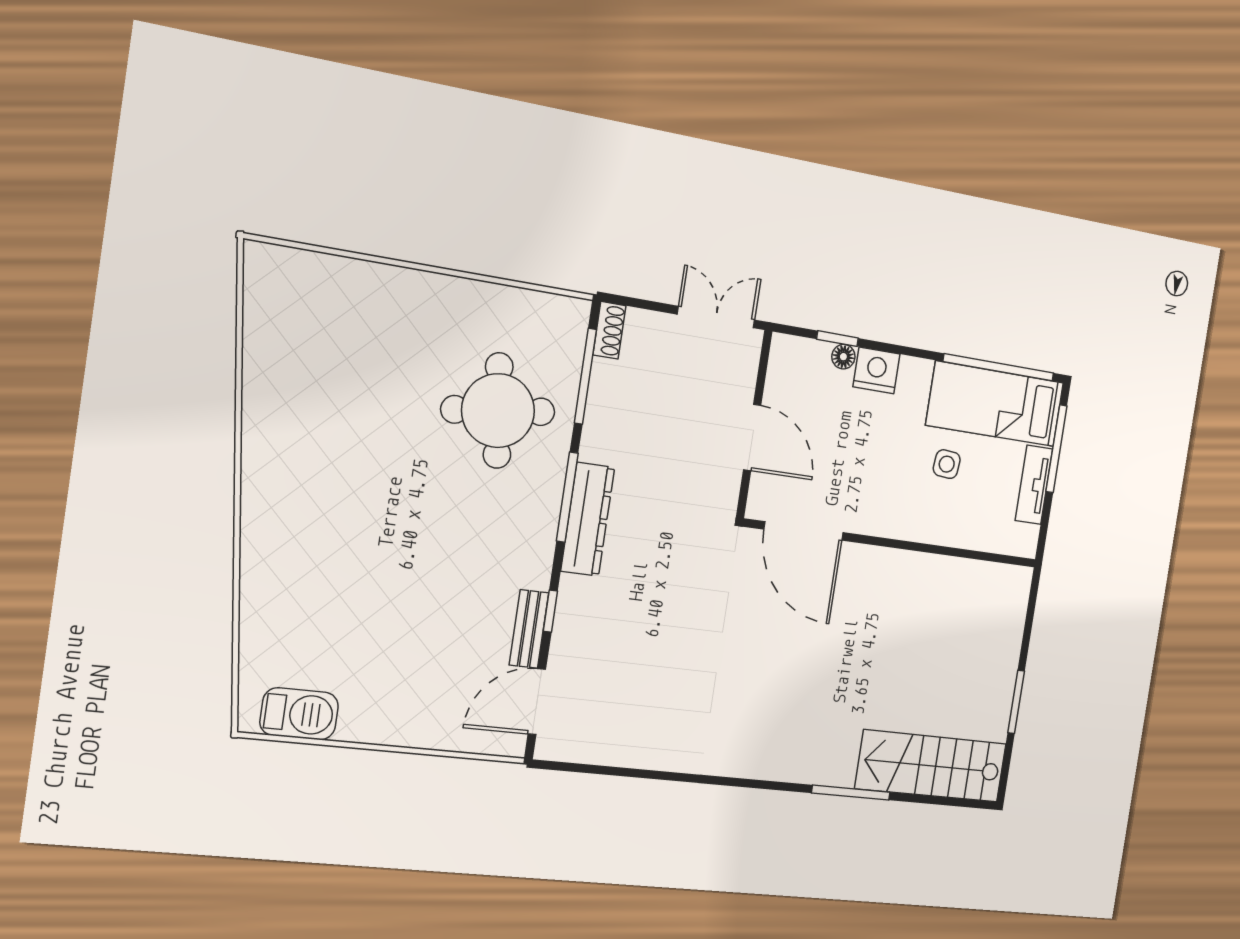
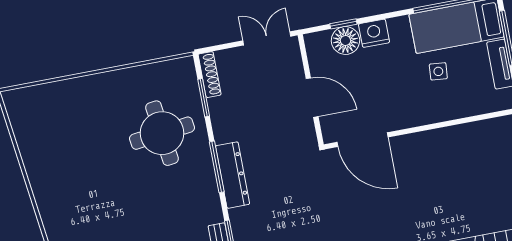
shoe rack: (609, 330) -> (210, 75), width x1.43
floor lamp: (843, 357) -> (345, 40), width x1.89, depth x1.89
window: (585, 376) -> (204, 98), width x0.69

